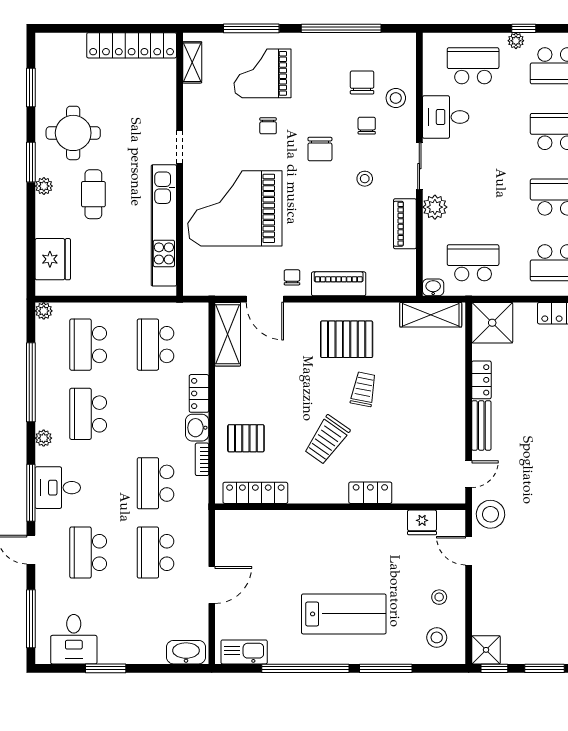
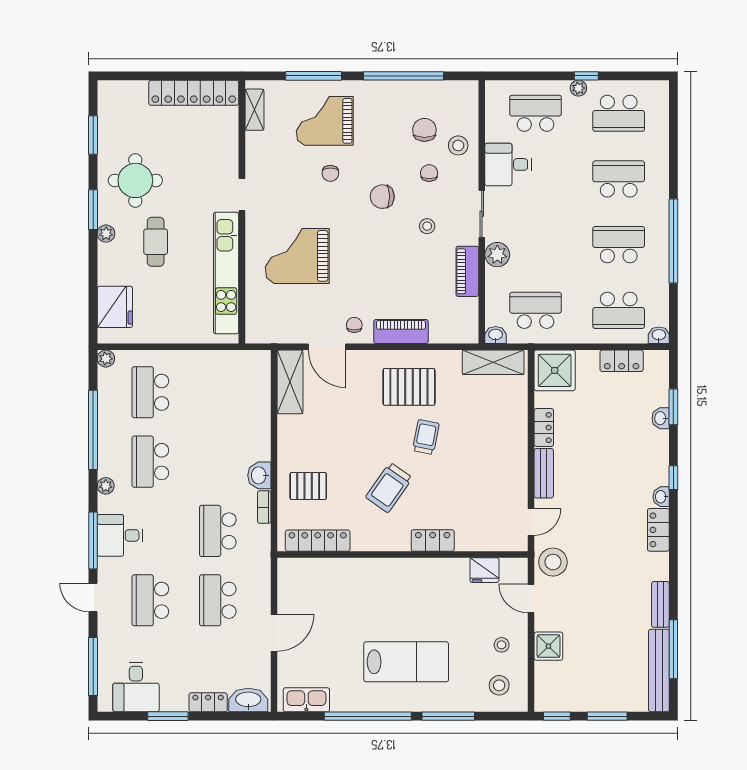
chair: (320, 149) -> (382, 197), turned 90
grand piano: (235, 208) -> (297, 256), width x0.73, depth x0.68
school desk: (156, 345) -> (218, 392), removed
locker: (199, 393) -> (208, 702), moved, turned 90
shower: (486, 650) -> (548, 646), moved

